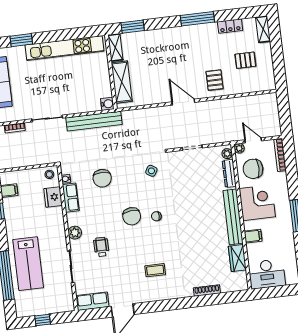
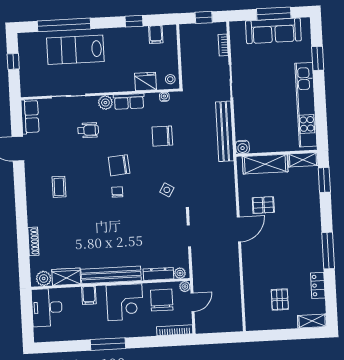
pallet: (215, 80) -> (263, 205), moved
row of seats: (71, 198) -> (129, 101), moved
plant: (240, 279) -> (44, 278), added

